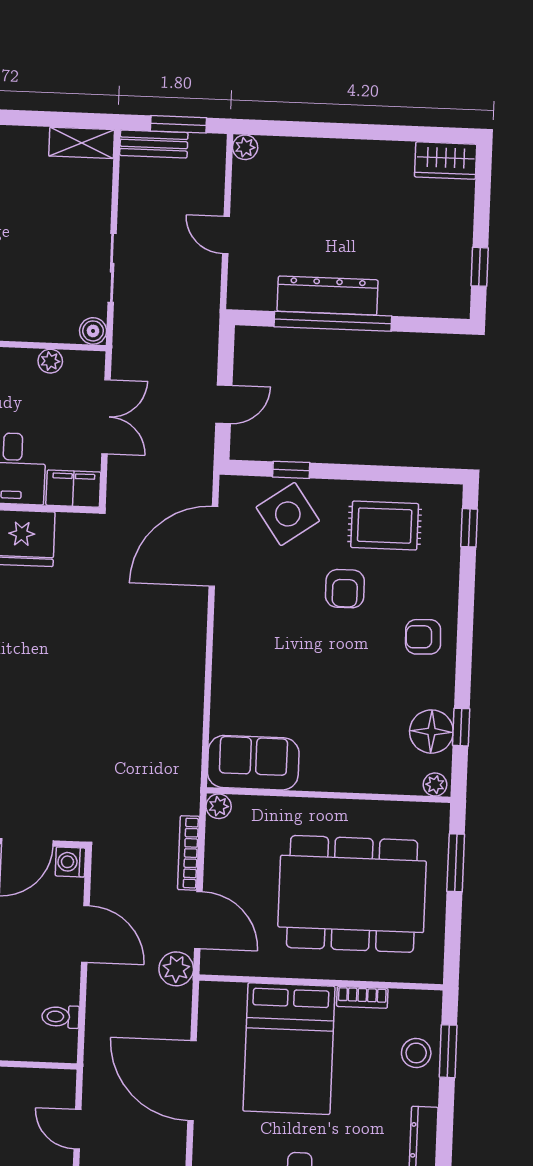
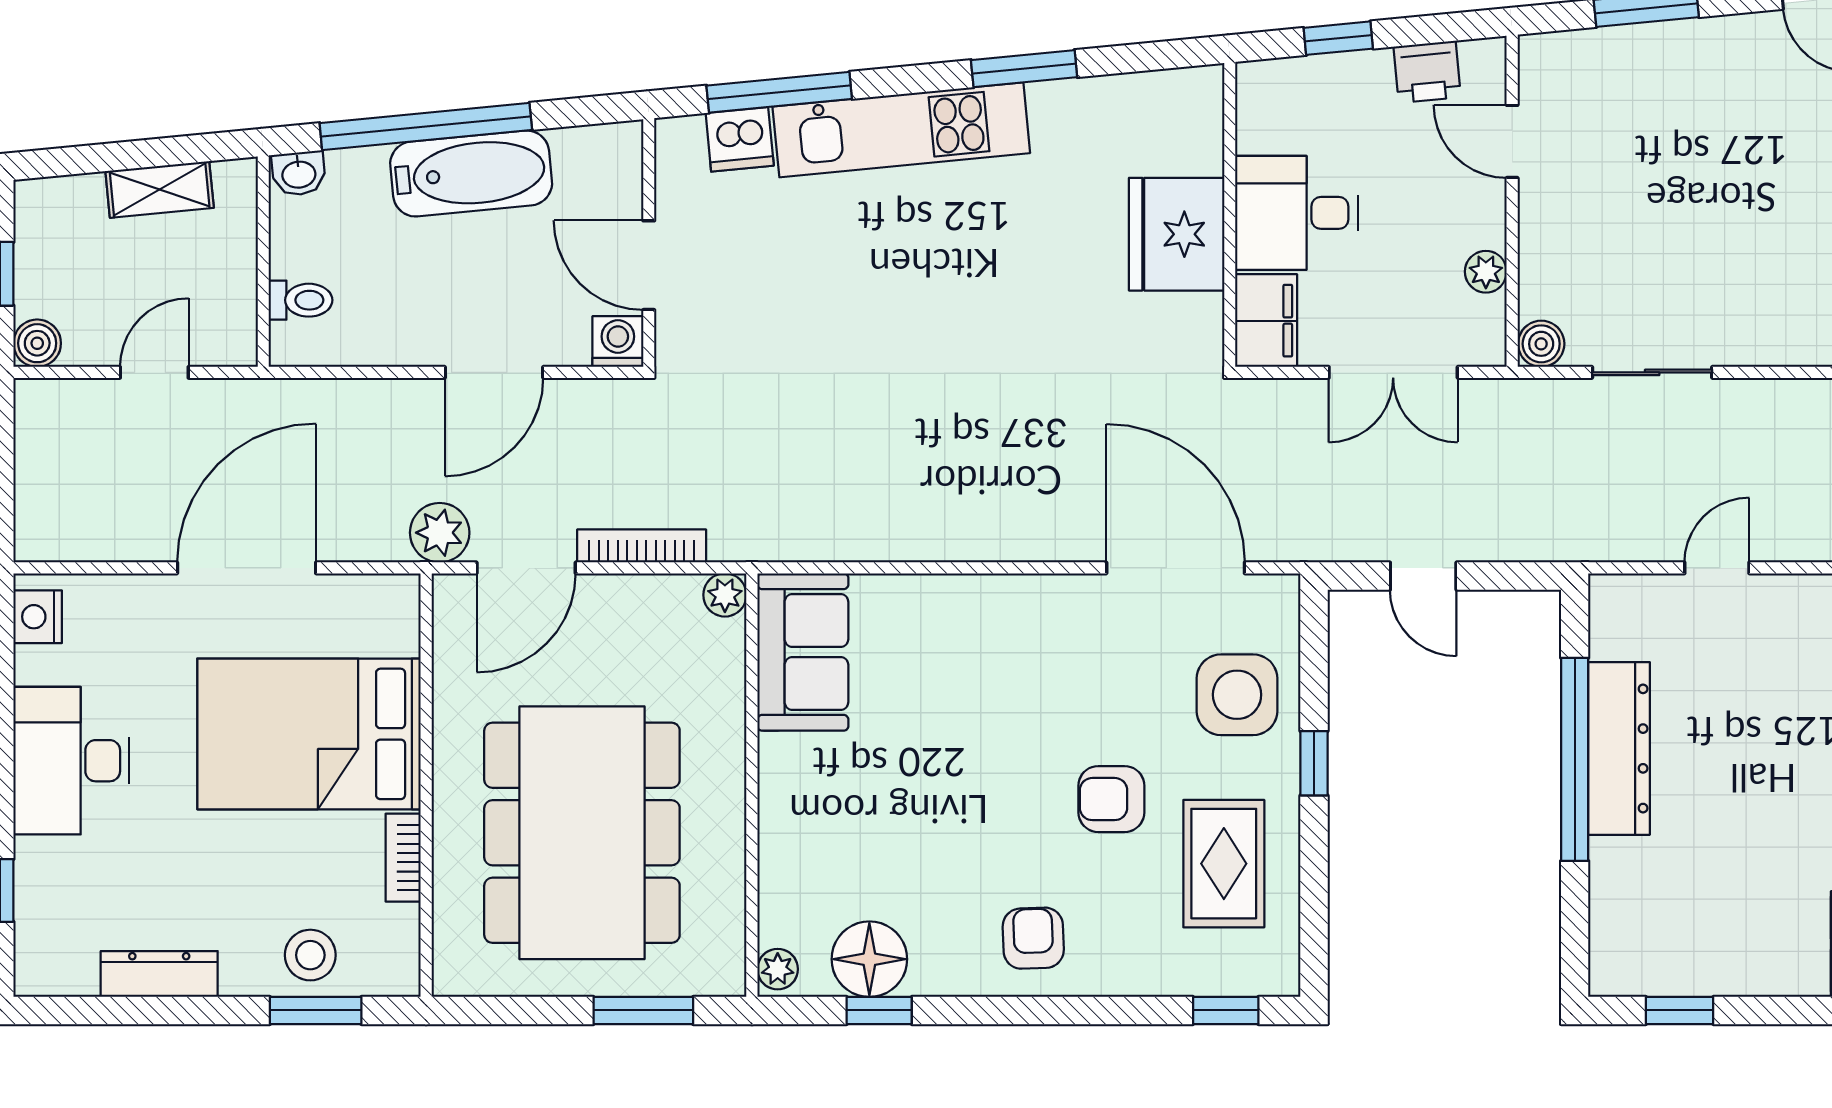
window: (291, 470) -> (1314, 763), moved
side table: (288, 514) -> (1237, 695), turned 35
toilet: (60, 1017) -> (300, 300), moved, turned 90

